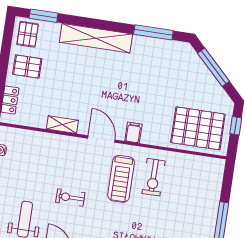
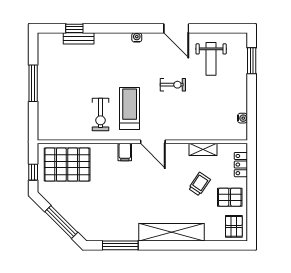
window: (44, 16) -> (222, 245), removed
trolley: (58, 86) -> (199, 184), added
shelving: (62, 125) -> (203, 149), moved
exercise bike: (153, 177) -> (101, 114), turned 180

